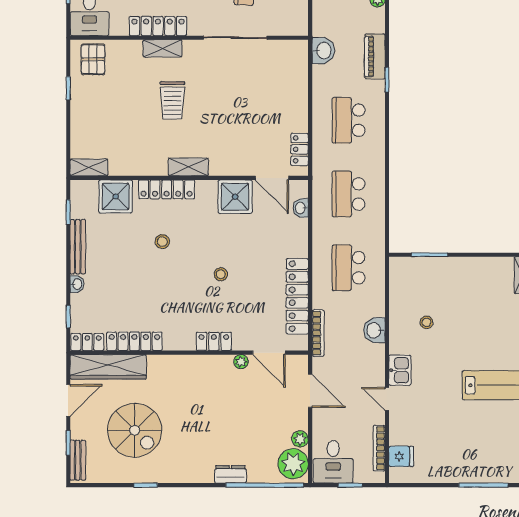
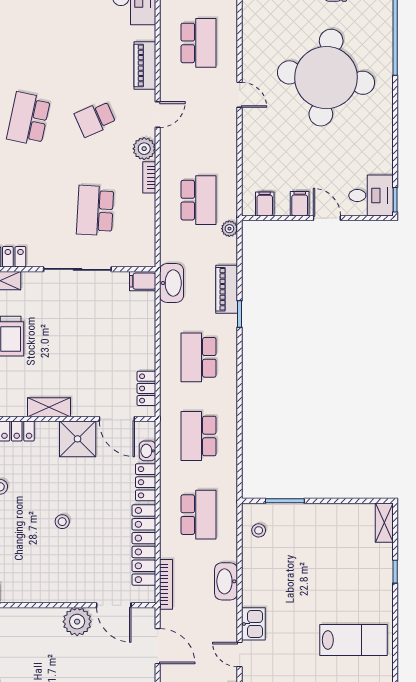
filing cabinet: (296, 49) -> (143, 281), added
washbasin: (323, 51) -> (172, 283), width x1.38
shelving: (188, 167) -> (49, 407), moved
school desk: (349, 268) -> (199, 515), turned 180
stool: (426, 322) -> (259, 530), moved
washbasin: (374, 330) -> (226, 581), width x1.38
locker: (214, 341) -> (146, 482), moved, turned -90
plant: (241, 362) -> (77, 622), width x1.87, depth x1.87

